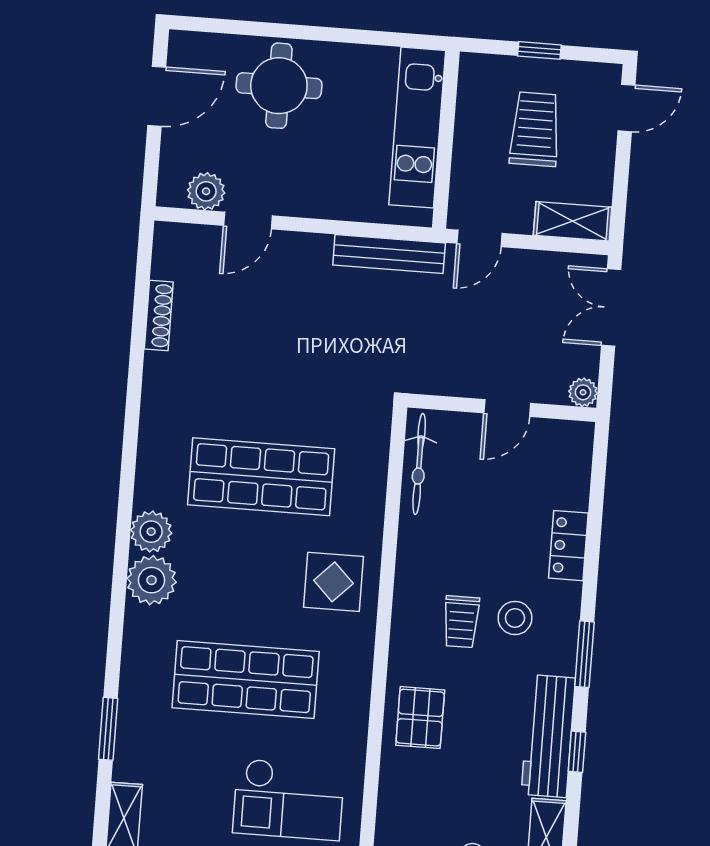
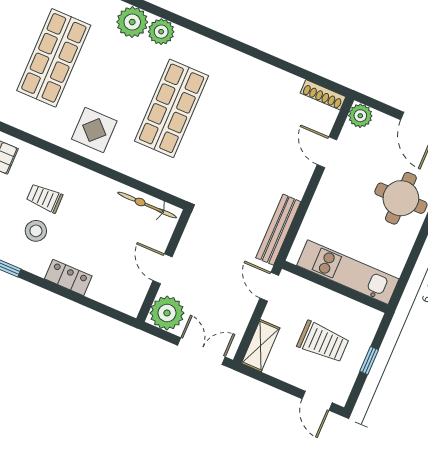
plant: (206, 191) -> (360, 116), moved
shoe rack: (159, 315) -> (323, 95), moved
plant: (583, 392) -> (167, 313), width x1.87, depth x1.87

